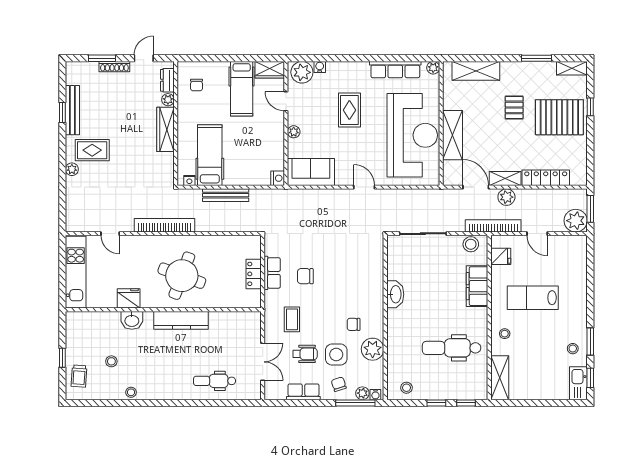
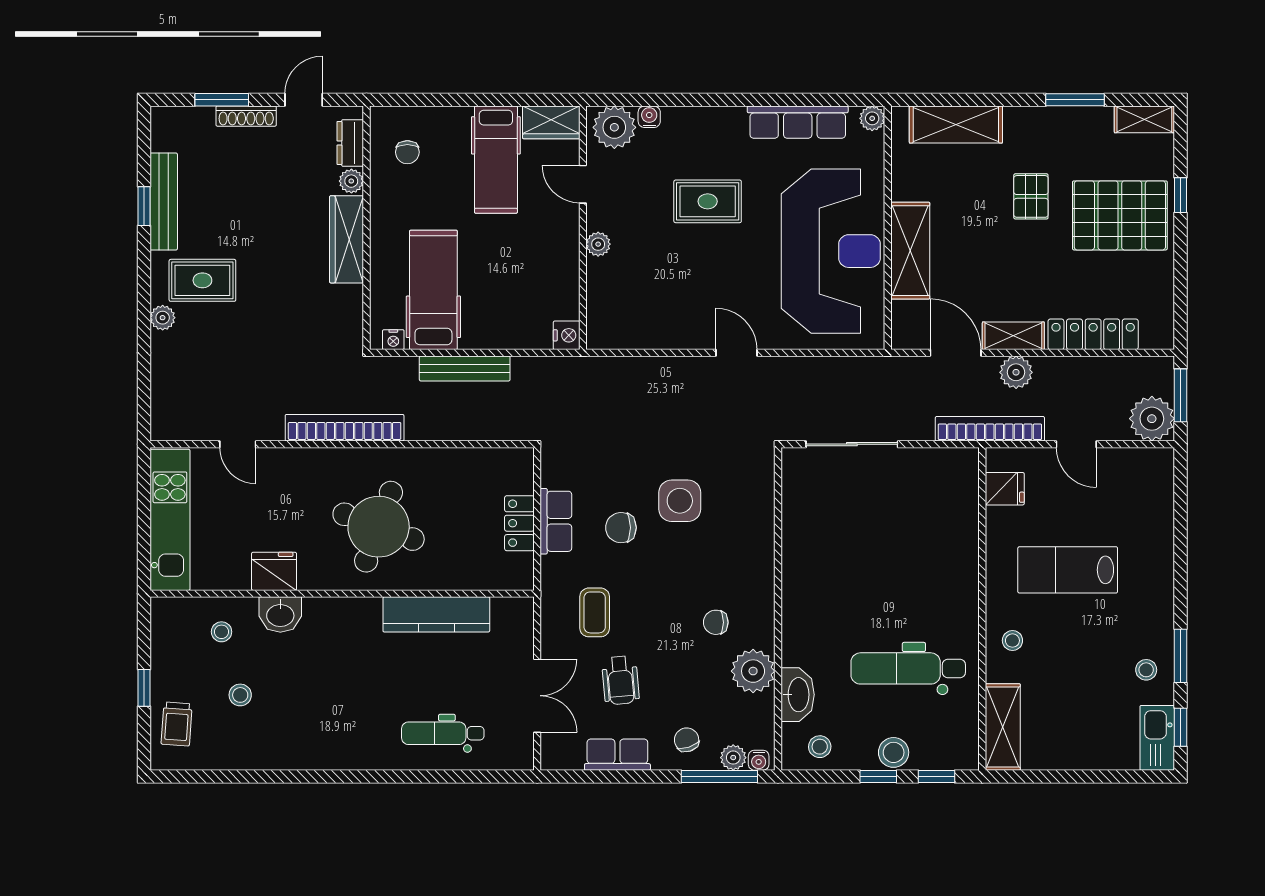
rug: (349, 110) -> (708, 201), turned 90
sofa: (311, 172) -> (632, 323), removed
stool: (471, 244) -> (894, 752), moved
filing cabinet: (477, 286) -> (958, 547), removed
washbasin: (395, 294) -> (798, 695), moved
kitchen counter: (181, 320) -> (436, 614), moved
wheelchair: (305, 354) -> (620, 680), turned 85
side table: (336, 355) -> (680, 501), moved
stool: (131, 392) -> (222, 632), moved

